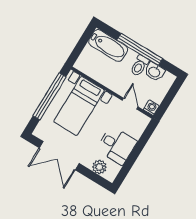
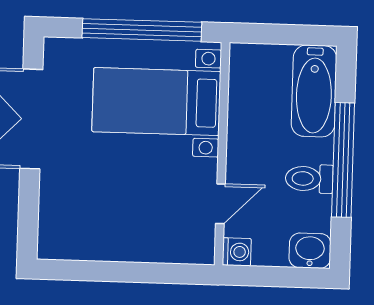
washbasin: (154, 72) -> (310, 251), moved, turned 90
desk: (117, 145) -> (119, 225), removed
plant: (99, 167) -> (55, 215), removed

